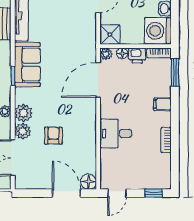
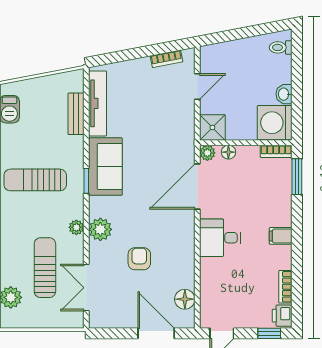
printer: (137, 56) -> (282, 316), moved, turned 90
filing cabinet: (162, 104) -> (281, 236), moved
plant: (23, 131) -> (99, 253), removed
desk: (116, 133) -> (220, 238), moved
bookcase: (166, 140) -> (285, 287), moved
floor lamp: (89, 182) -> (185, 299), moved

